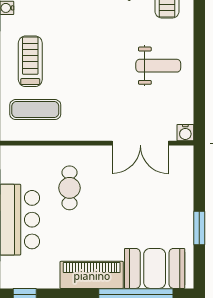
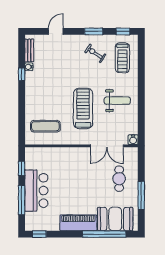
treadmill: (30, 61) -> (83, 108), moved, width x1.37, depth x1.38
cafe table: (69, 188) -> (119, 179), moved
window: (199, 228) -> (141, 195), width x1.44

